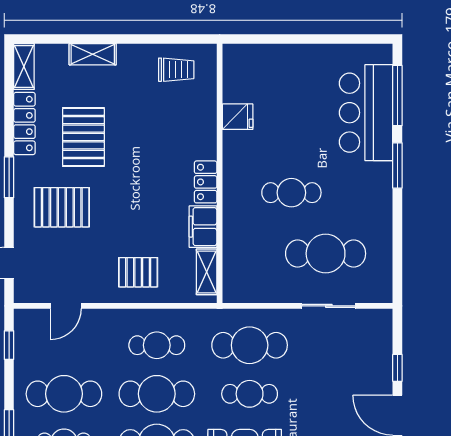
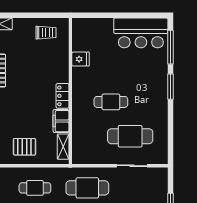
bar counter: (366, 113) -> (141, 33), moved, turned -90

